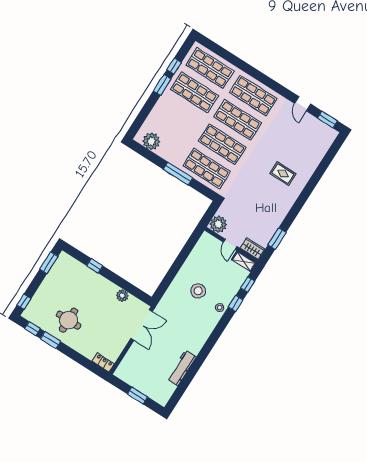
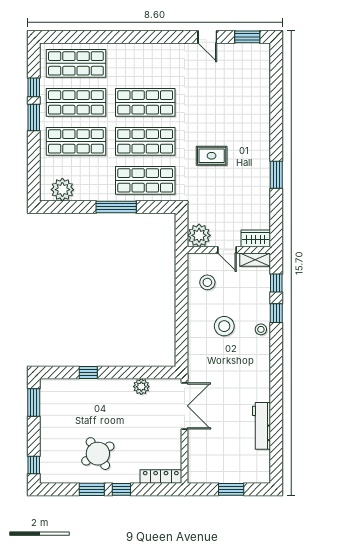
shop shelf: (253, 96) -> (76, 141), moved
rug: (283, 174) -> (212, 156), moved
window: (277, 239) -> (276, 175), moved
stool: (205, 257) -> (207, 282), added
round table: (69, 320) -> (98, 454), turned -32
window: (32, 329) -> (121, 489), moved
locker: (103, 362) -> (161, 477), width x1.53

